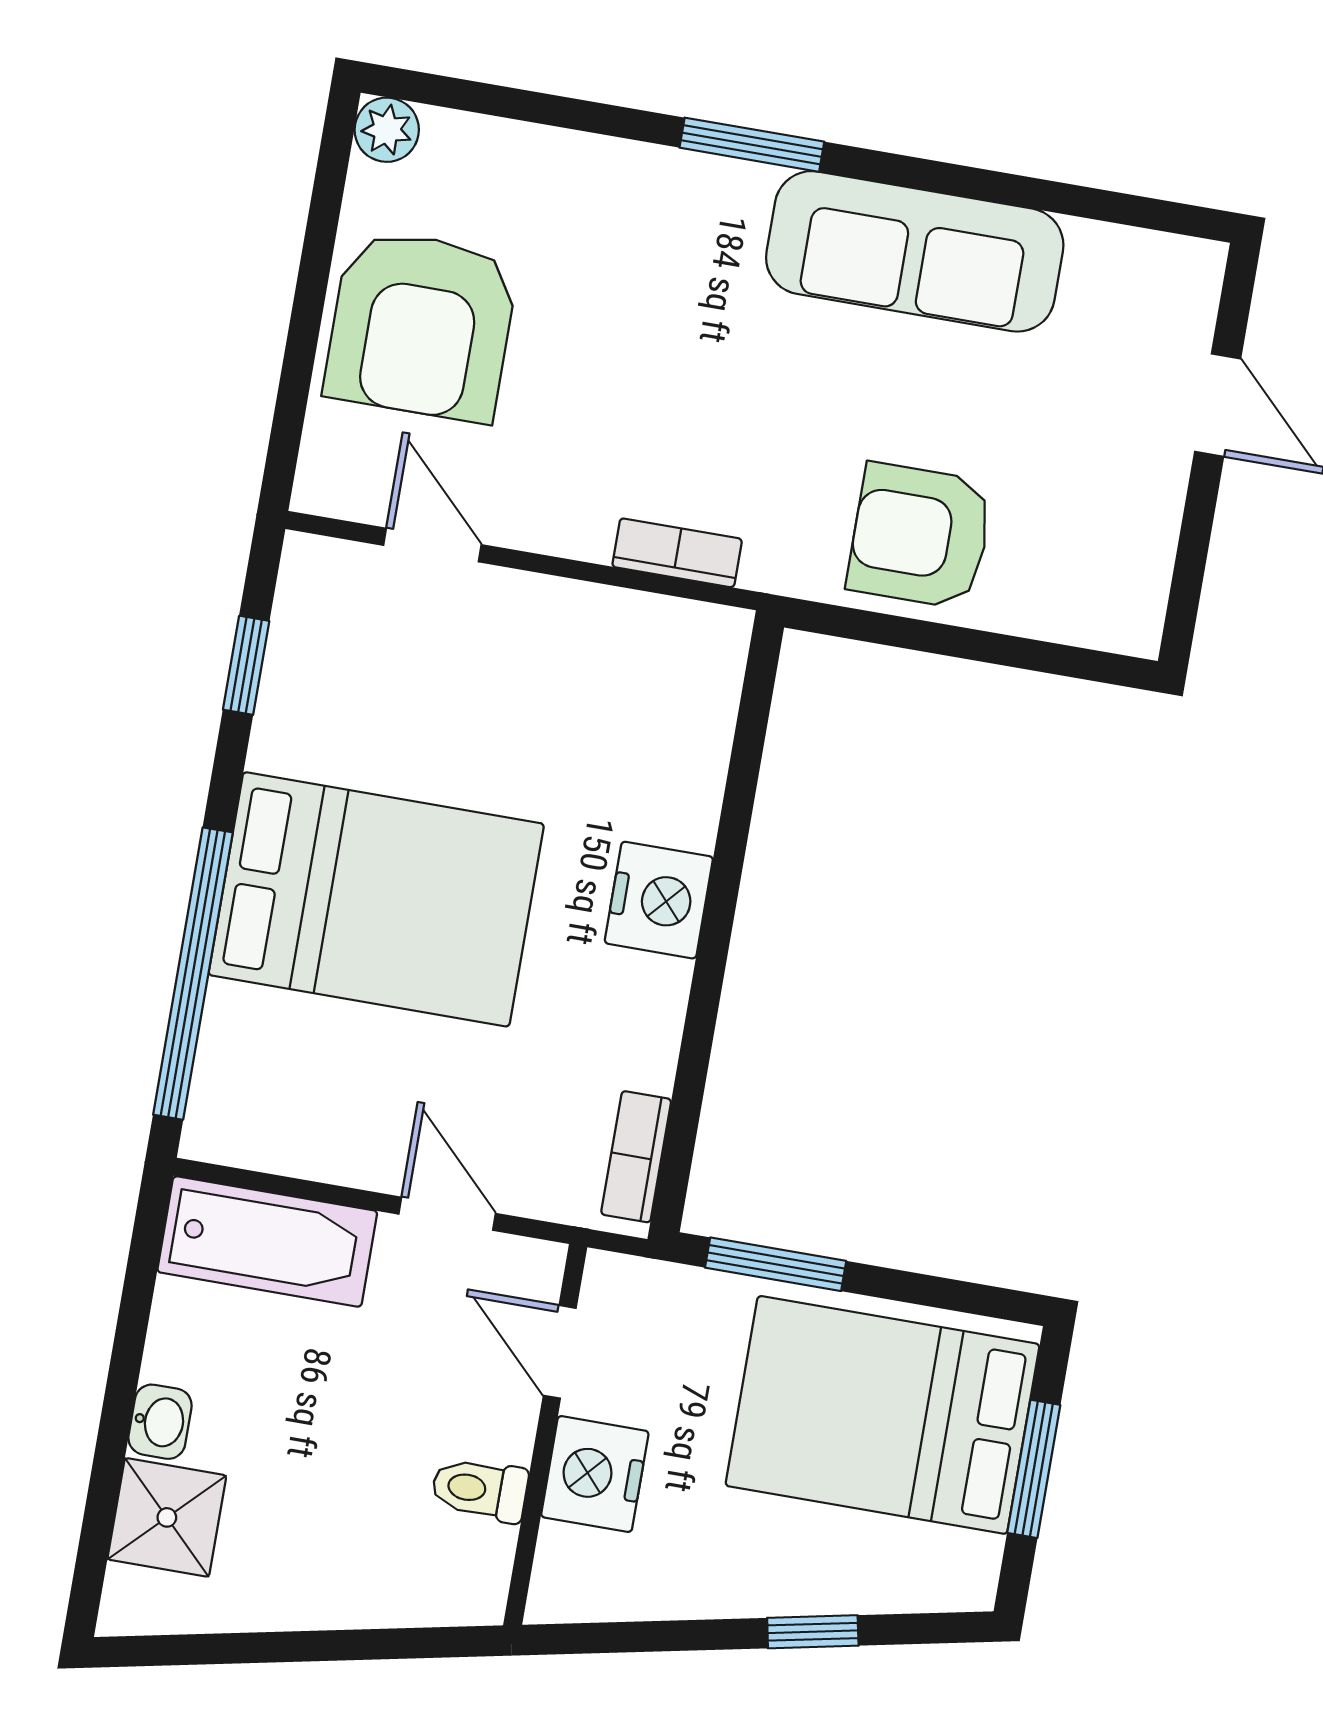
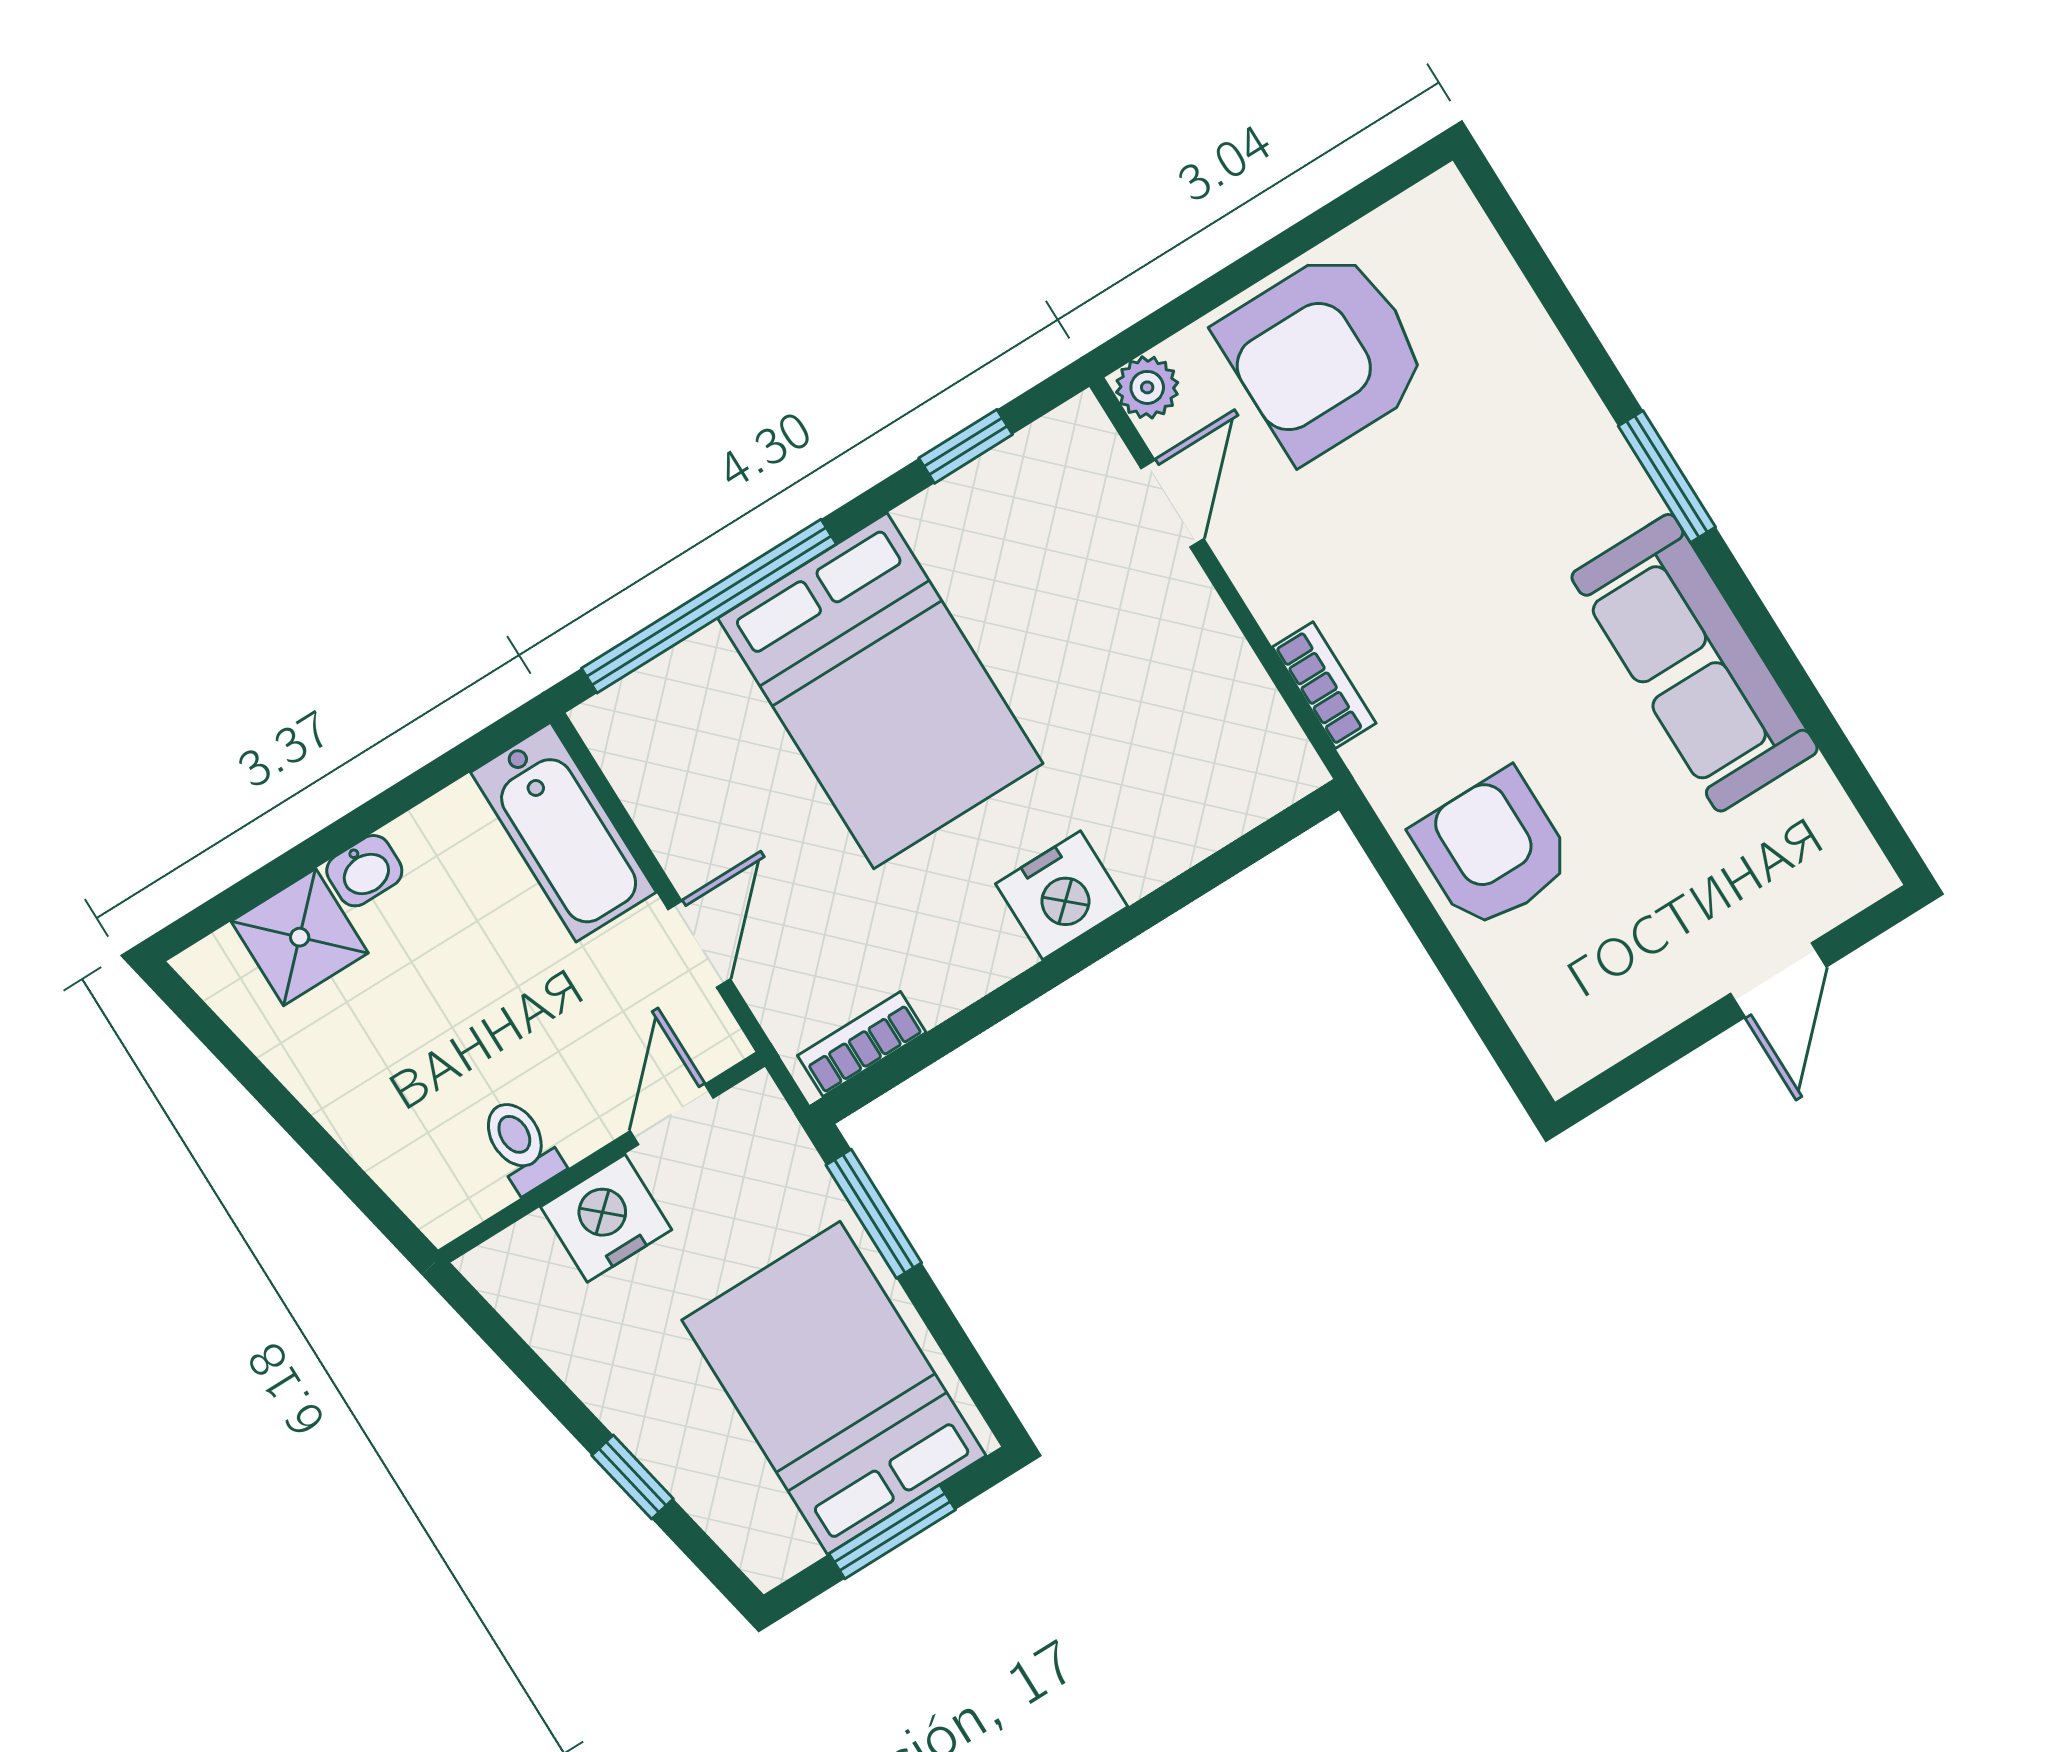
plant: (387, 130) -> (1147, 387), moved

